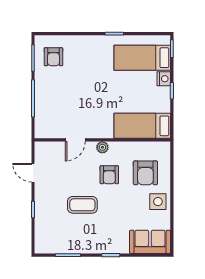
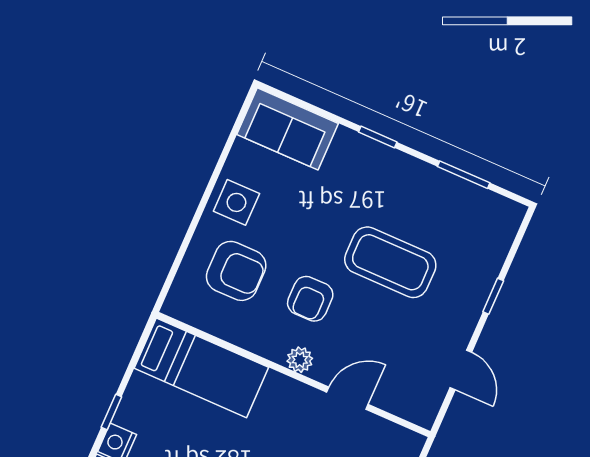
armchair: (145, 173) -> (236, 271), turned 90
armchair: (109, 175) -> (310, 299), turned 180
coffee table: (82, 205) -> (390, 262), width x1.36, depth x1.32

